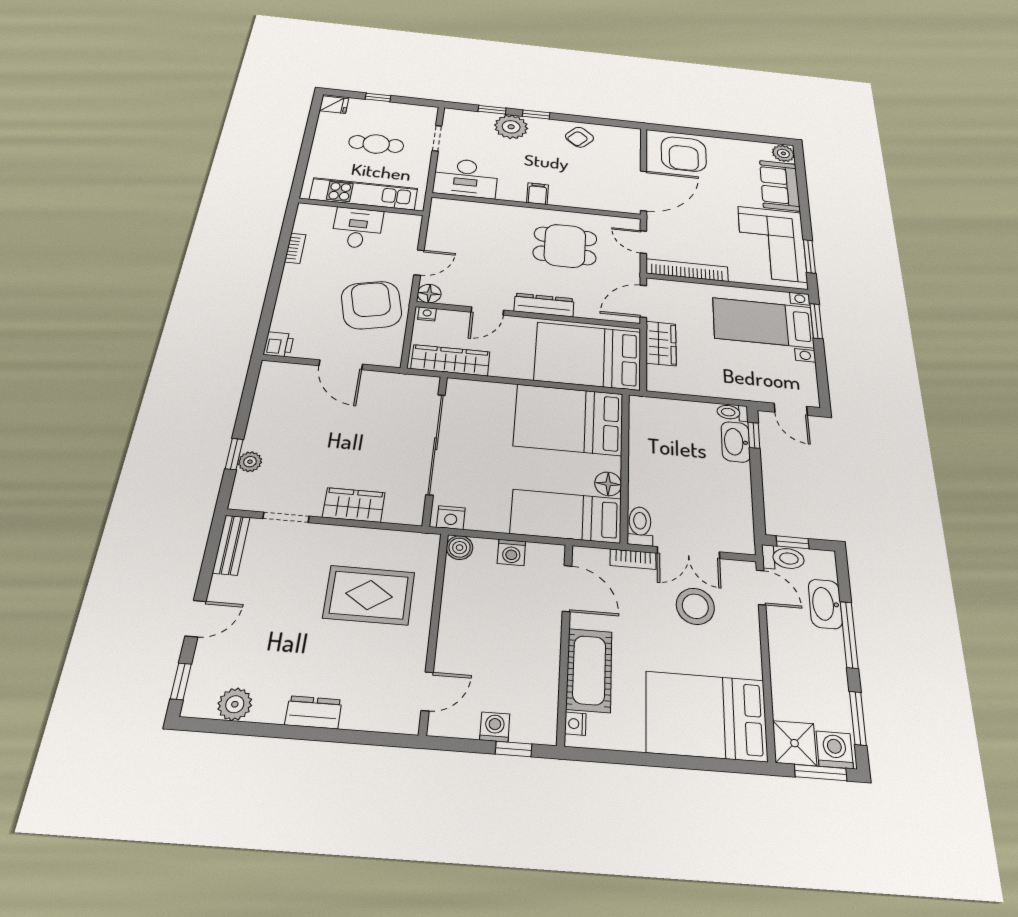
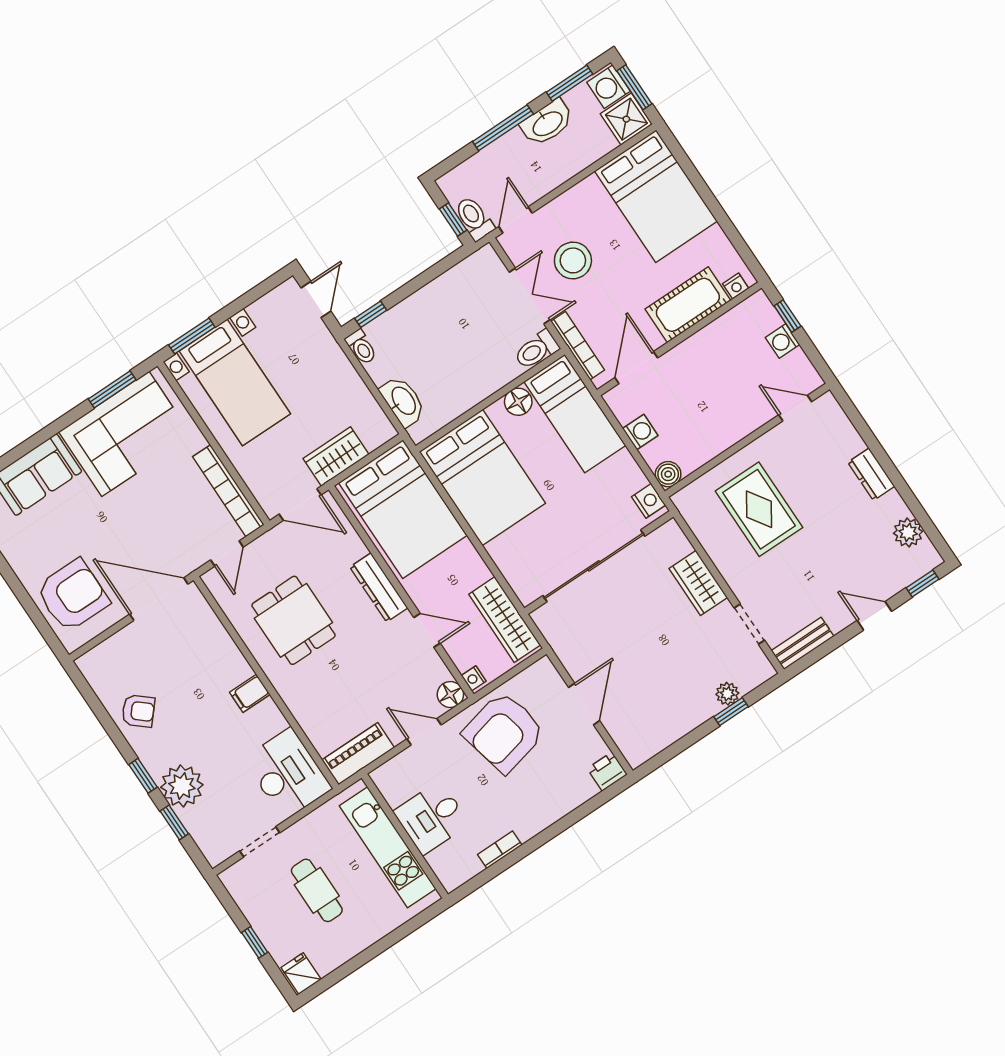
piano: (441, 220) -> (358, 754), added
washbasin: (736, 442) -> (403, 401), moved, turned -90
bookcase: (633, 559) -> (578, 346), width x1.56
washbasin: (825, 604) -> (547, 123), moved

